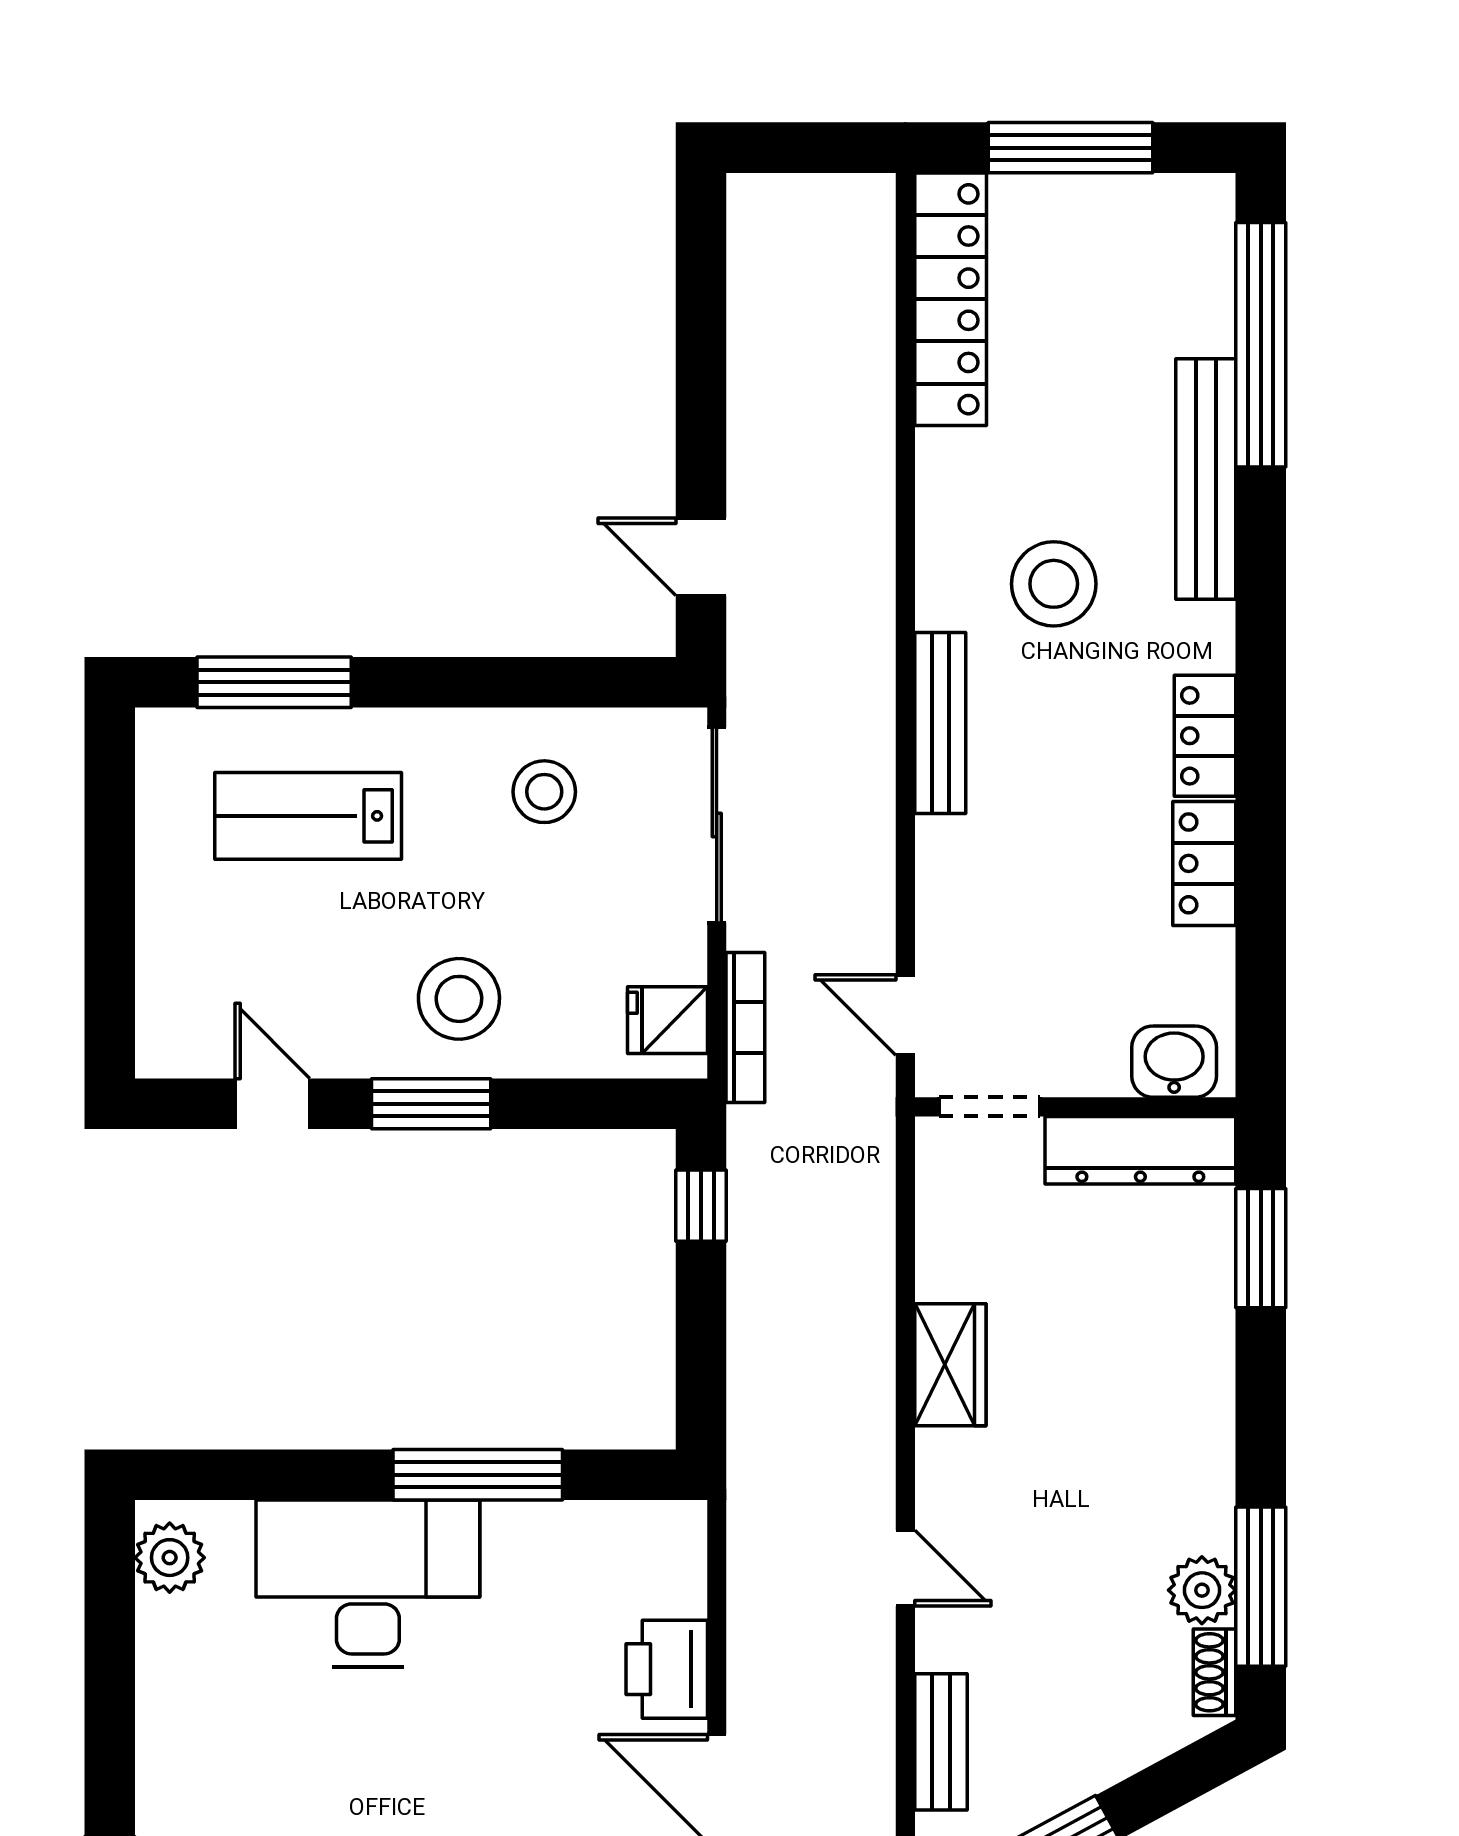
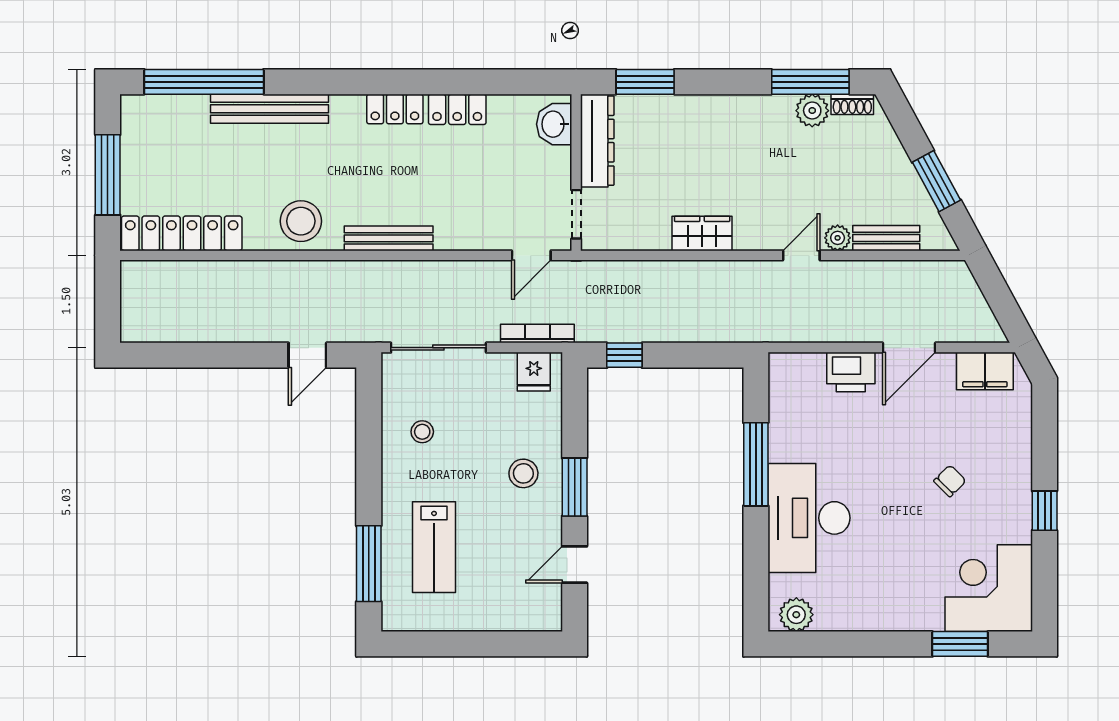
stool: (1054, 584) -> (301, 221), moved
stool: (544, 792) -> (422, 432), width x0.73, depth x0.73
stool: (459, 999) -> (523, 473), width x0.73, depth x0.73
plant: (941, 1642) -> (838, 238), added

